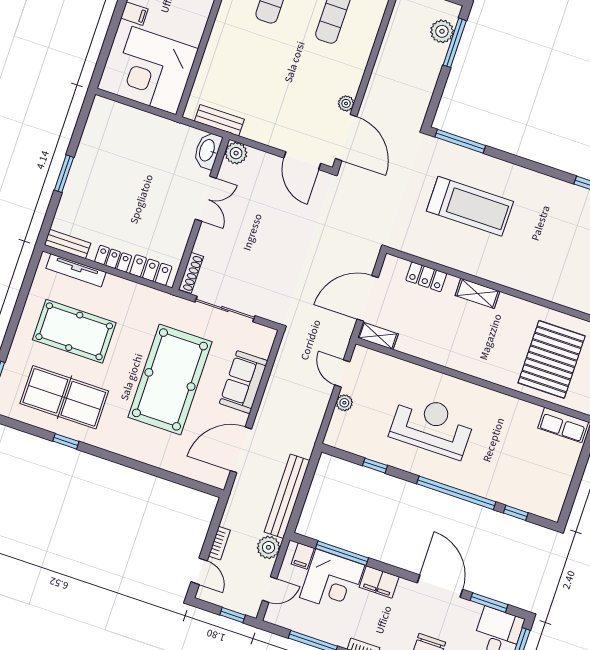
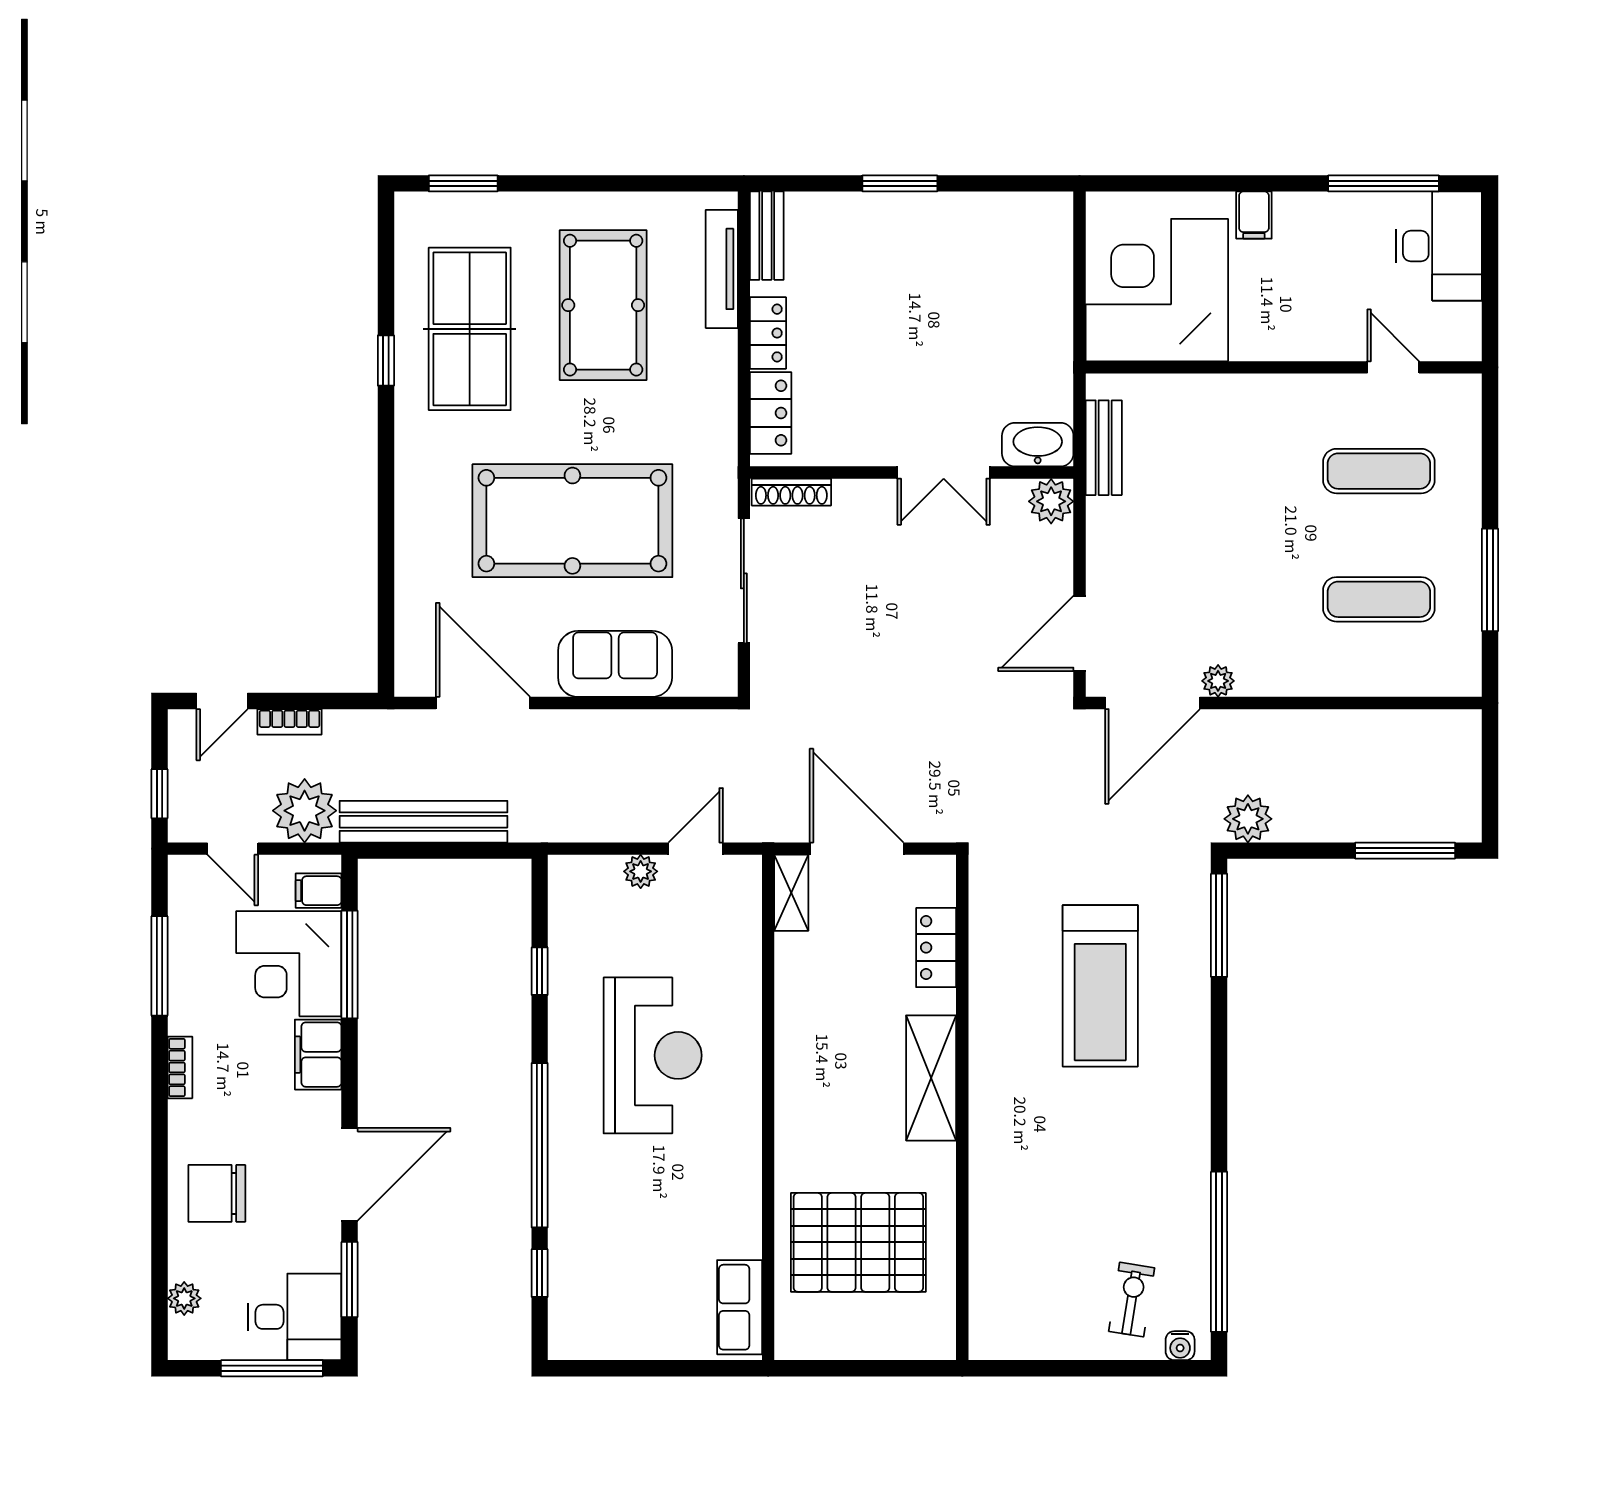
plant: (442, 31) -> (1248, 819), moved
shelving: (478, 293) -> (931, 1078), width x1.50, depth x1.33
plant: (268, 547) -> (305, 811), width x1.36, depth x1.36

